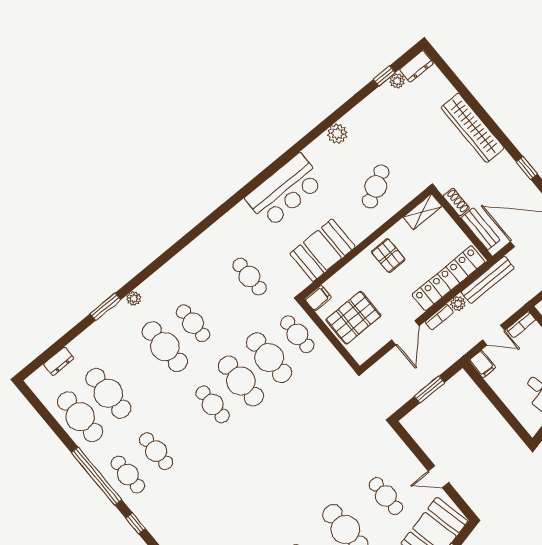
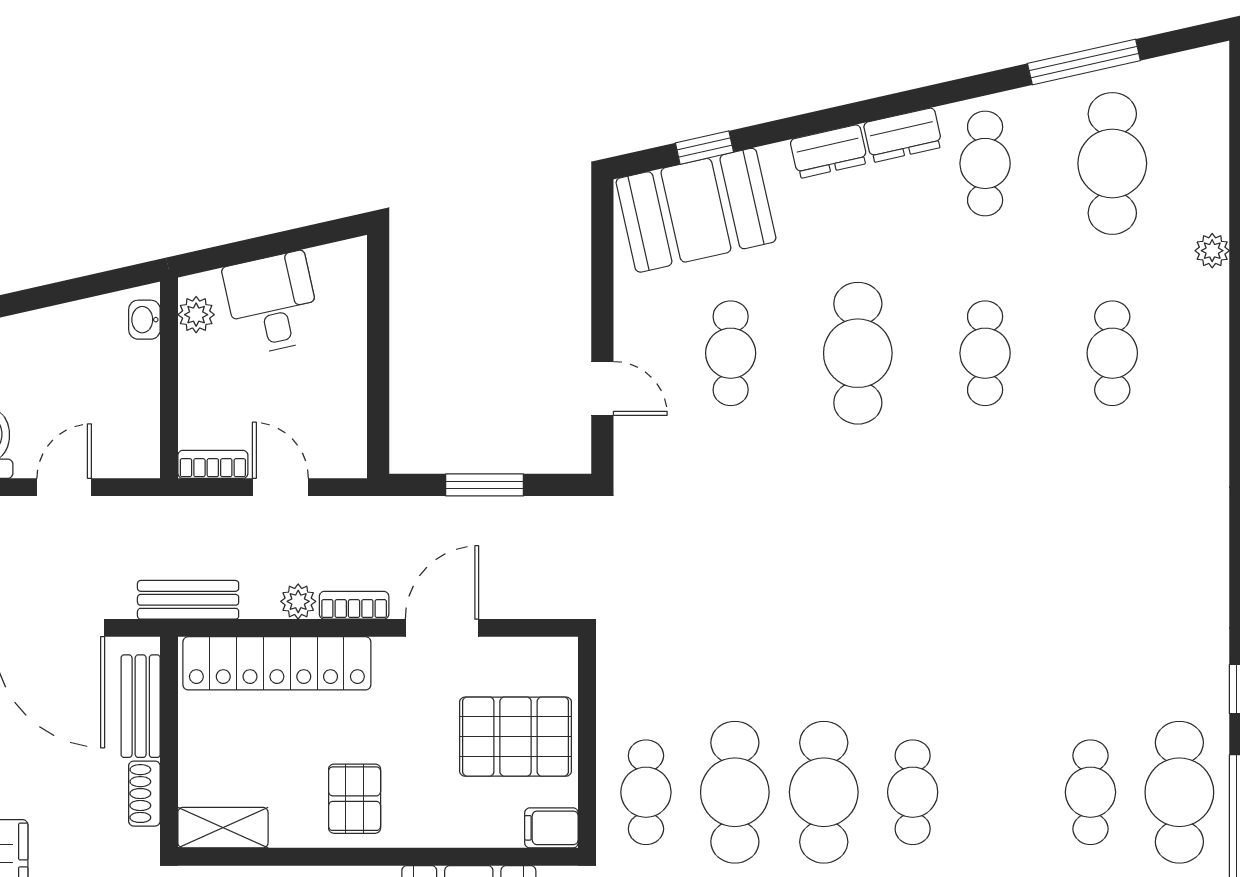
bench: (488, 280) -> (188, 600), width x0.73
filing cabinet: (482, 364) -> (346, 451), removed
cafe table: (128, 474) -> (1179, 792), width x1.37, depth x1.35
door: (439, 477) -> (602, 388), moved

